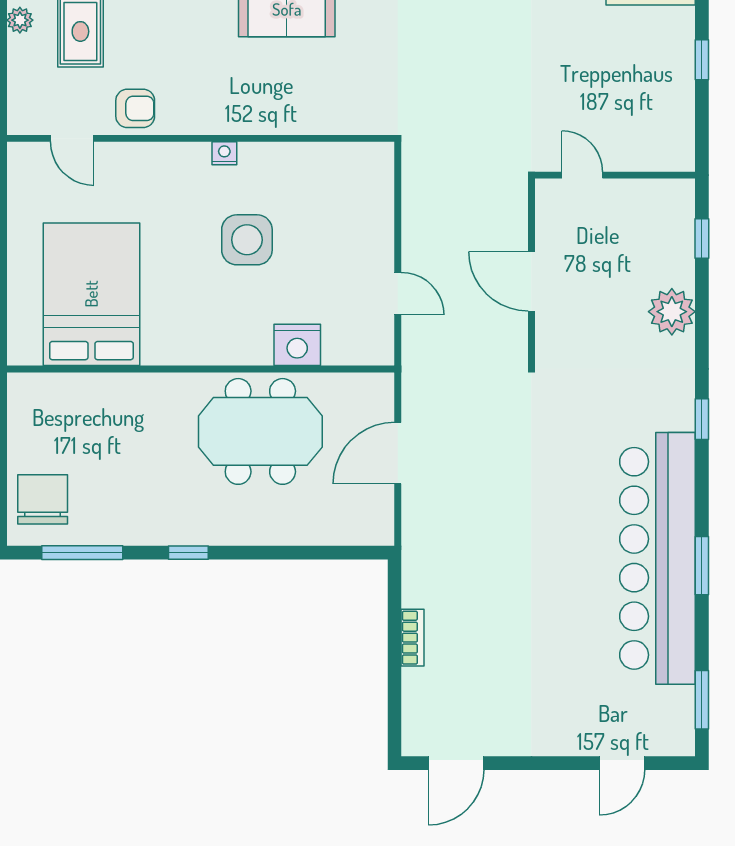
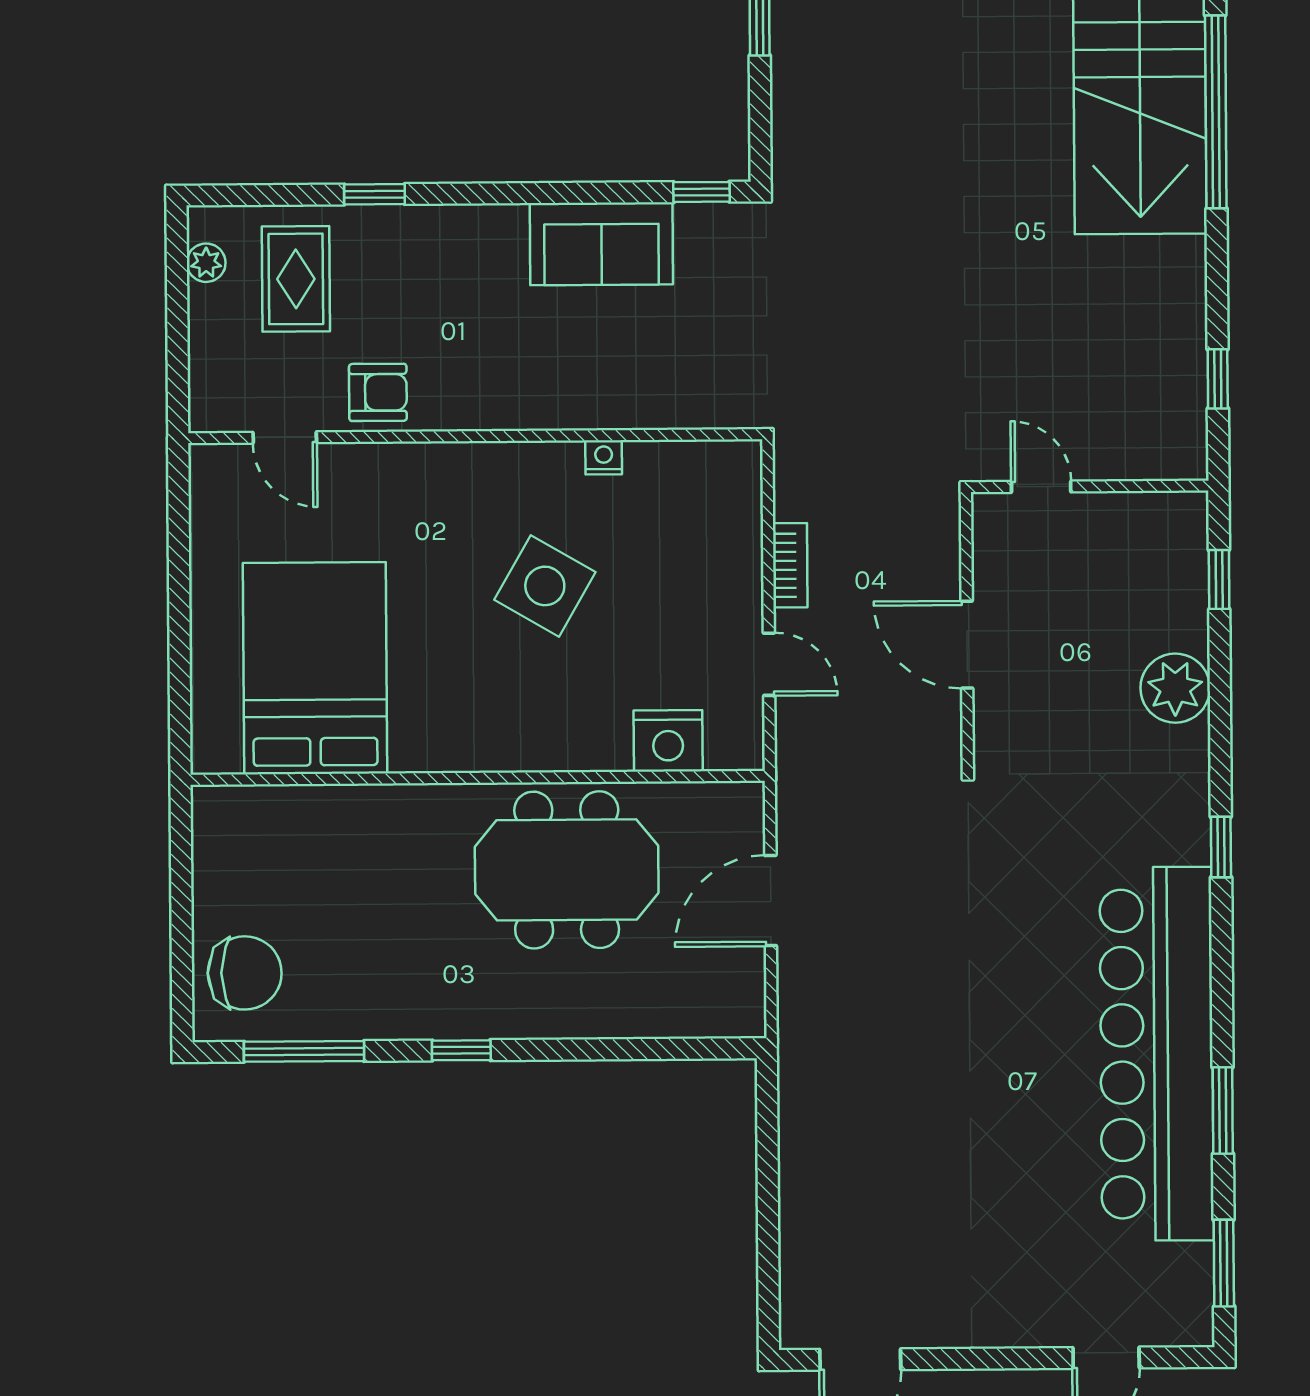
window: (702, 60) -> (1218, 379), moved
nightstand: (224, 153) -> (604, 457), moved
side table: (247, 240) -> (545, 586), turned 30
nightstand: (297, 345) -> (668, 741), moved
chair: (43, 499) -> (245, 973), turned 90
window: (702, 566) -> (1223, 1110), moved
bookcase: (413, 638) -> (790, 565), moved

